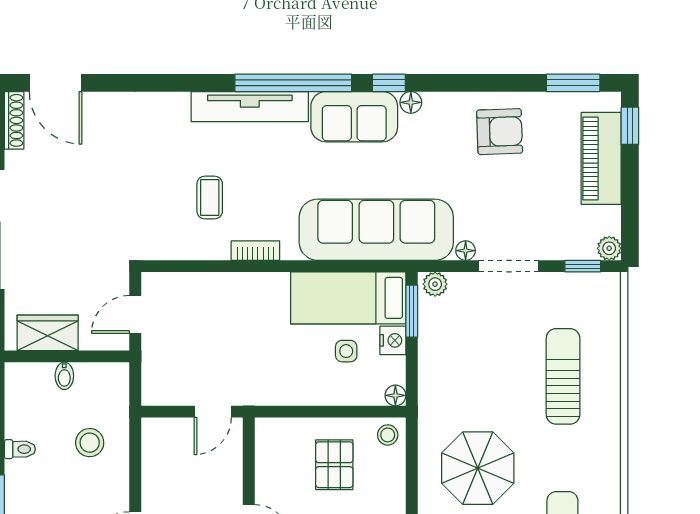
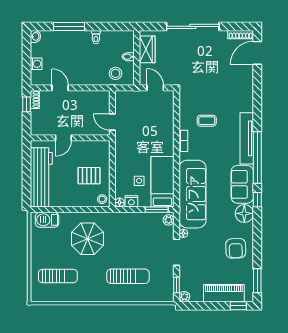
floor lamp: (411, 102) -> (244, 213), width x1.89, depth x1.89
nightstand: (393, 340) -> (131, 201), moved
stool: (90, 443) -> (116, 73), moved

